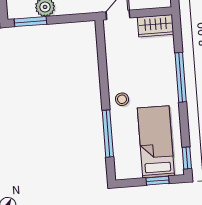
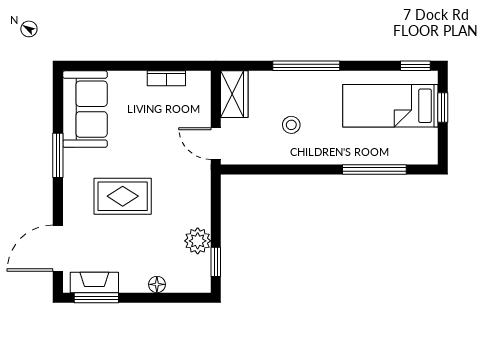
window: (30, 22) -> (216, 262), width x0.67
stool: (122, 99) -> (291, 125), moved

